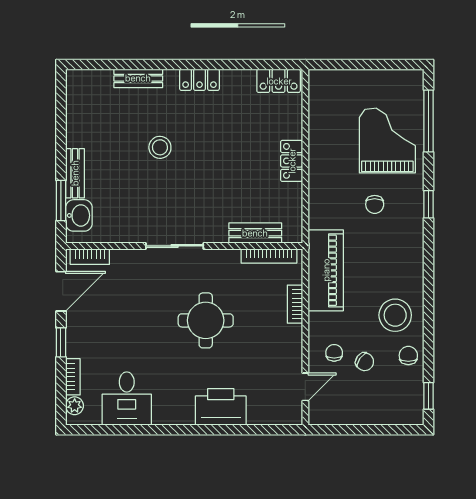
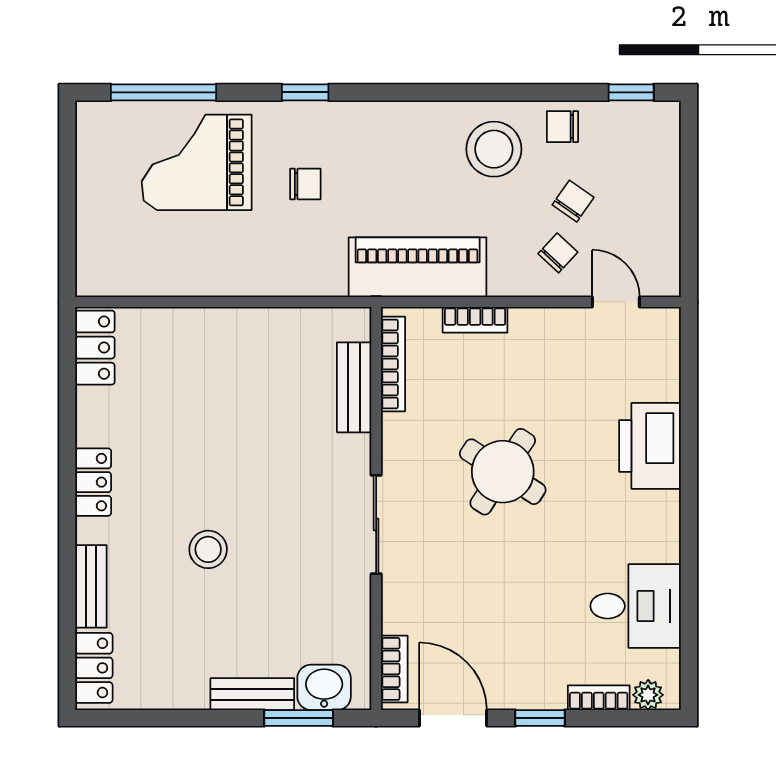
locker: (292, 161) -> (94, 668), moved, turned -90
round table: (206, 320) -> (503, 472), turned 33
chair: (334, 353) -> (558, 253), turned 133

